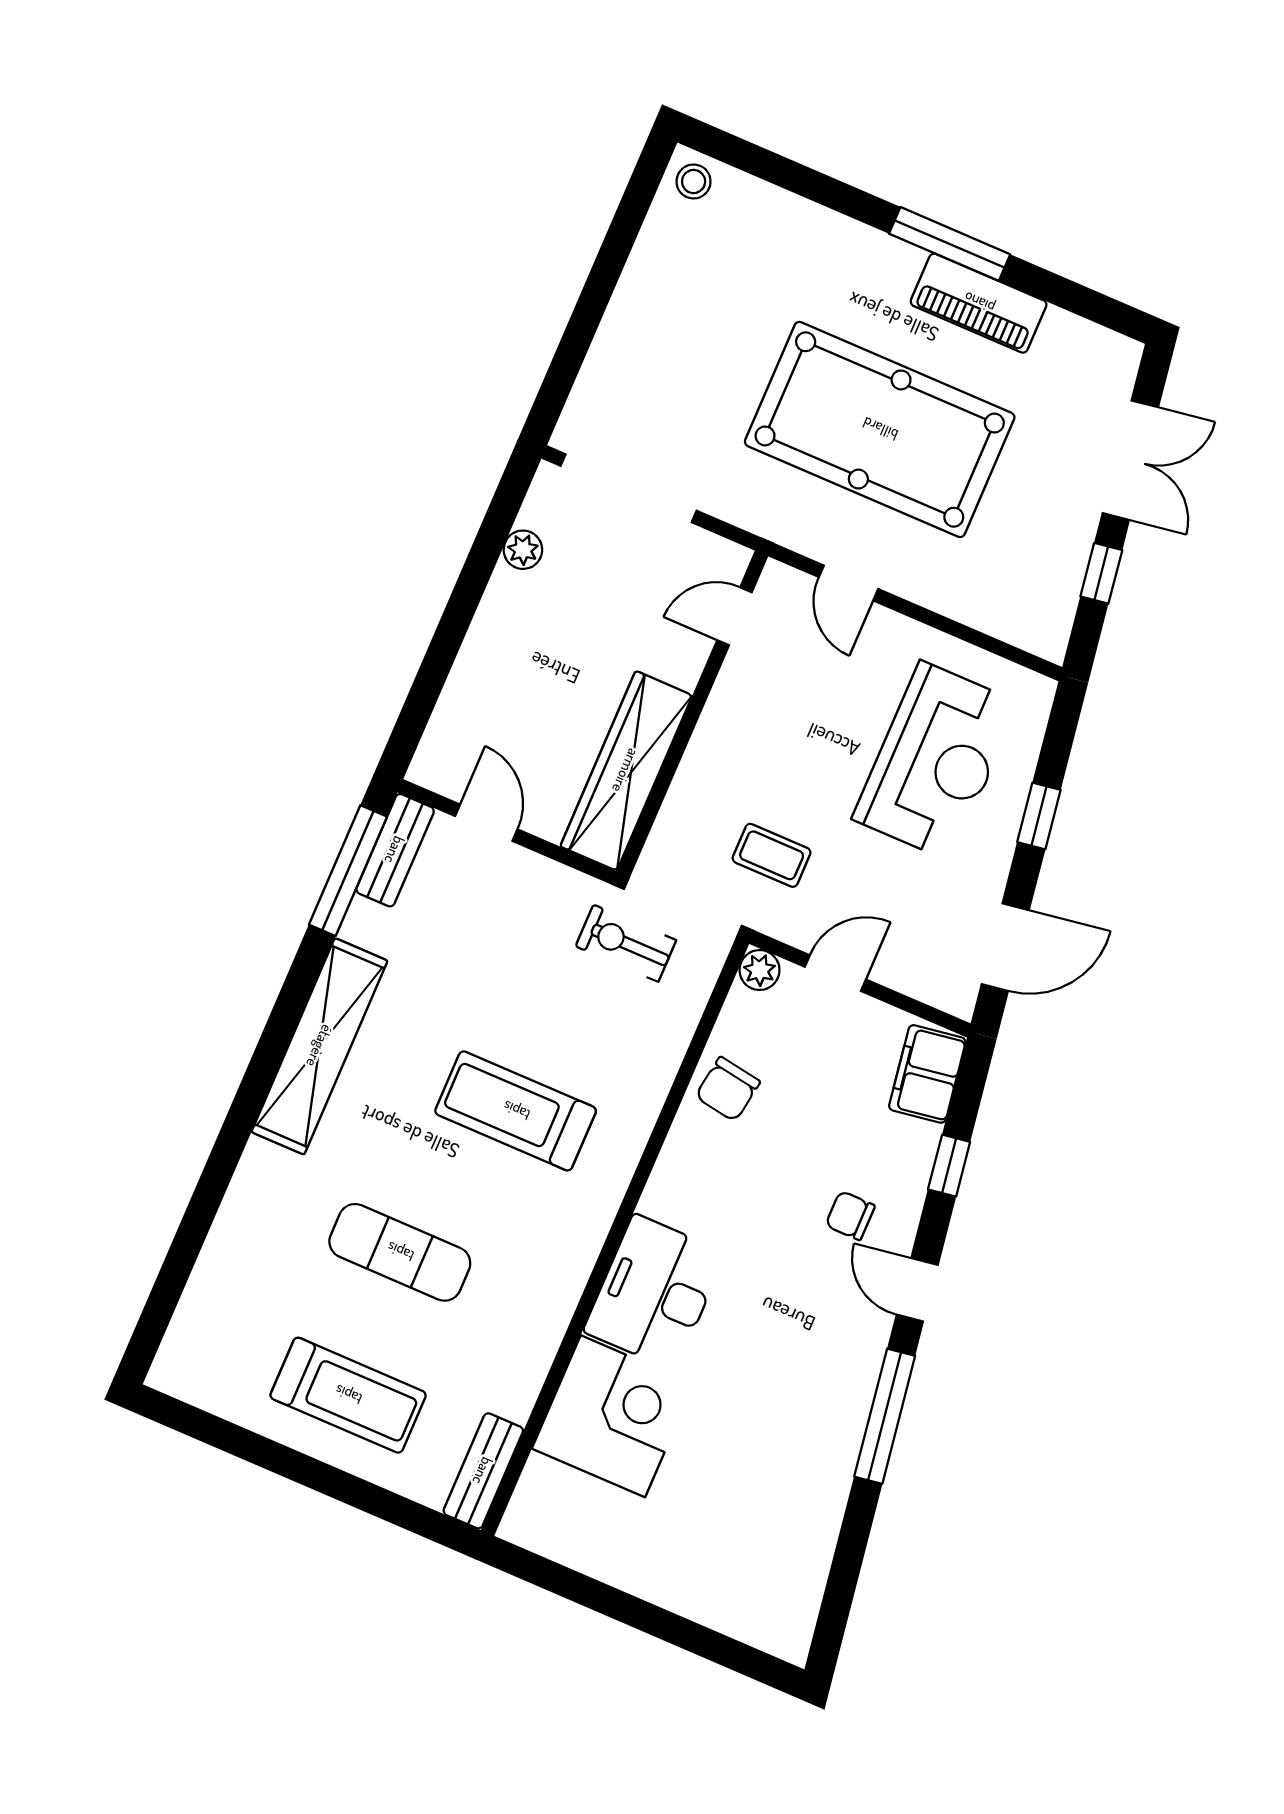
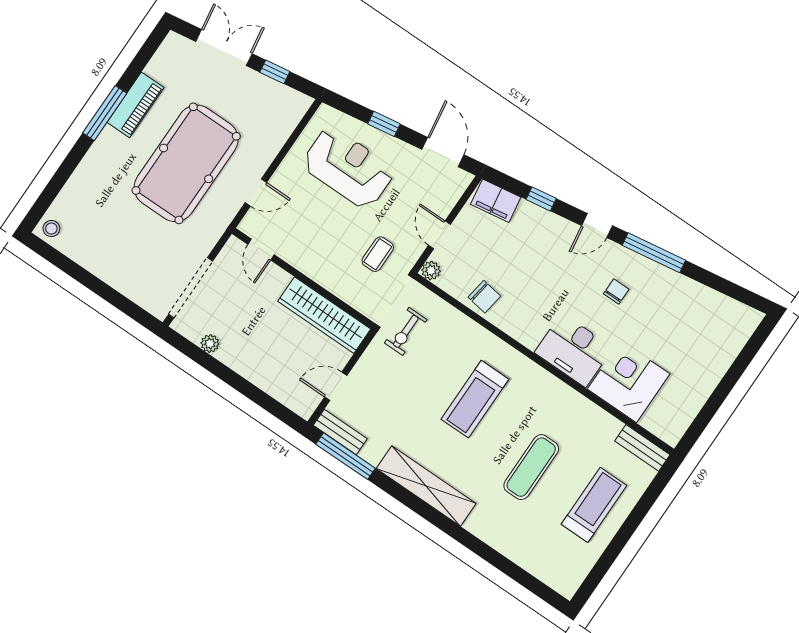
chair: (850, 1216) -> (616, 292), moved, turned 180

